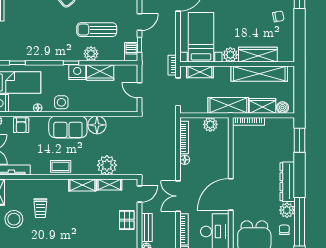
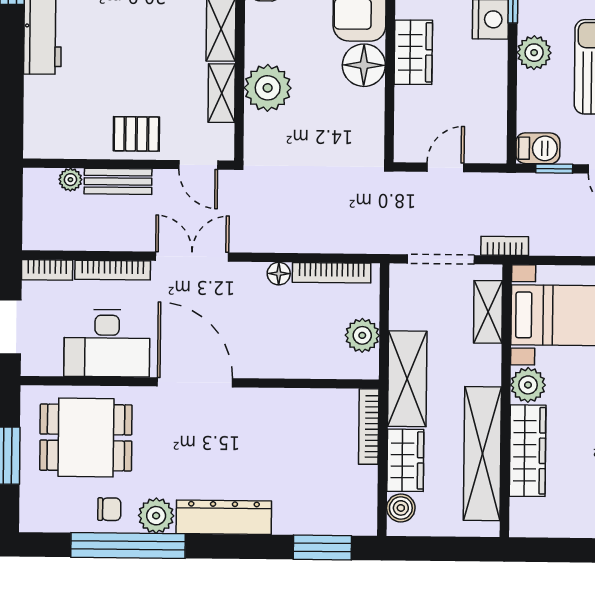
wardrobe: (100, 72) -> (413, 52), moved, turned 180

